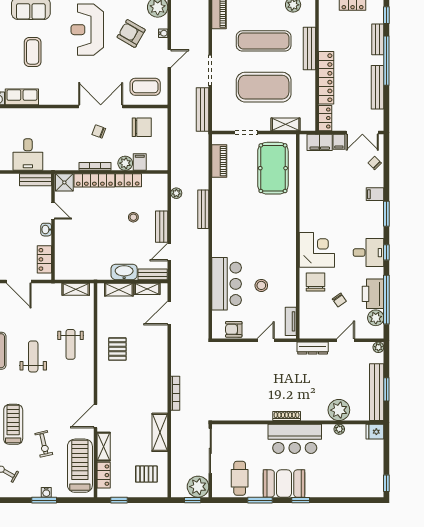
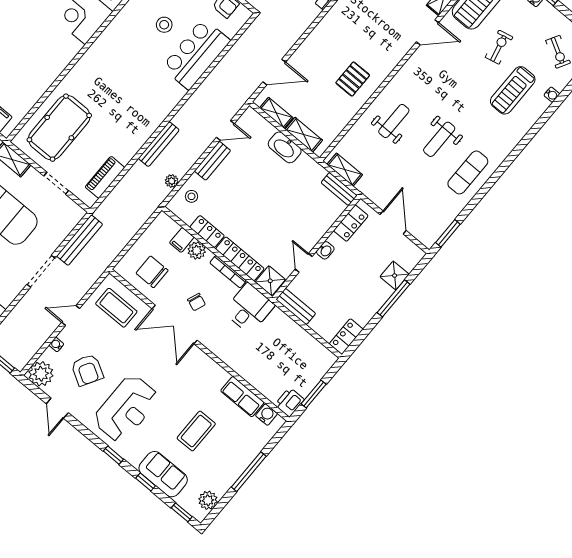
desk: (28, 155) -> (249, 308), moved
stool: (133, 217) -> (192, 196), moved
bench: (153, 274) -> (339, 189), moved

